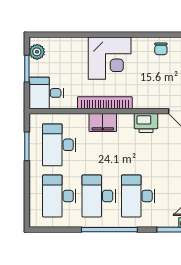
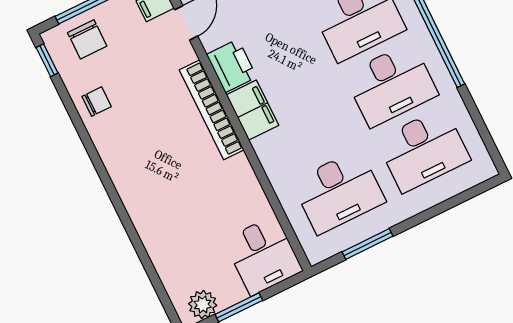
corner desk: (110, 58) -> (154, 179), removed
bookcase: (105, 103) -> (212, 110), moved
filing cabinet: (103, 123) -> (252, 110), moved

